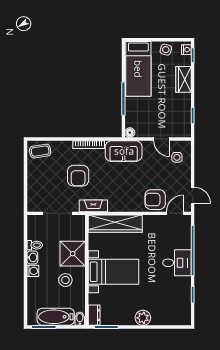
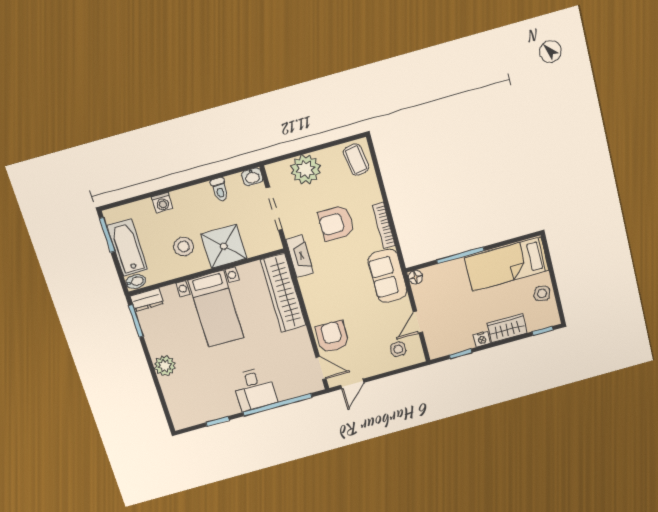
nightstand: (186, 50) -> (482, 339), moved
plant: (37, 186) -> (306, 169), added
washbasin: (32, 257) -> (252, 177), moved
washing machine: (33, 271) -> (162, 203), moved

